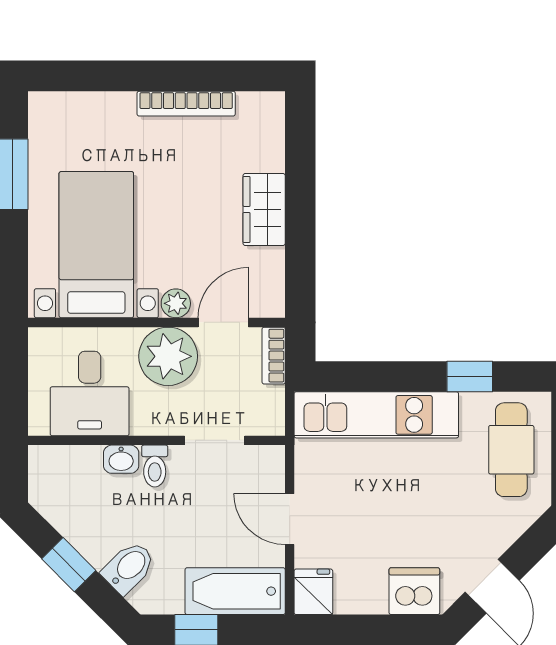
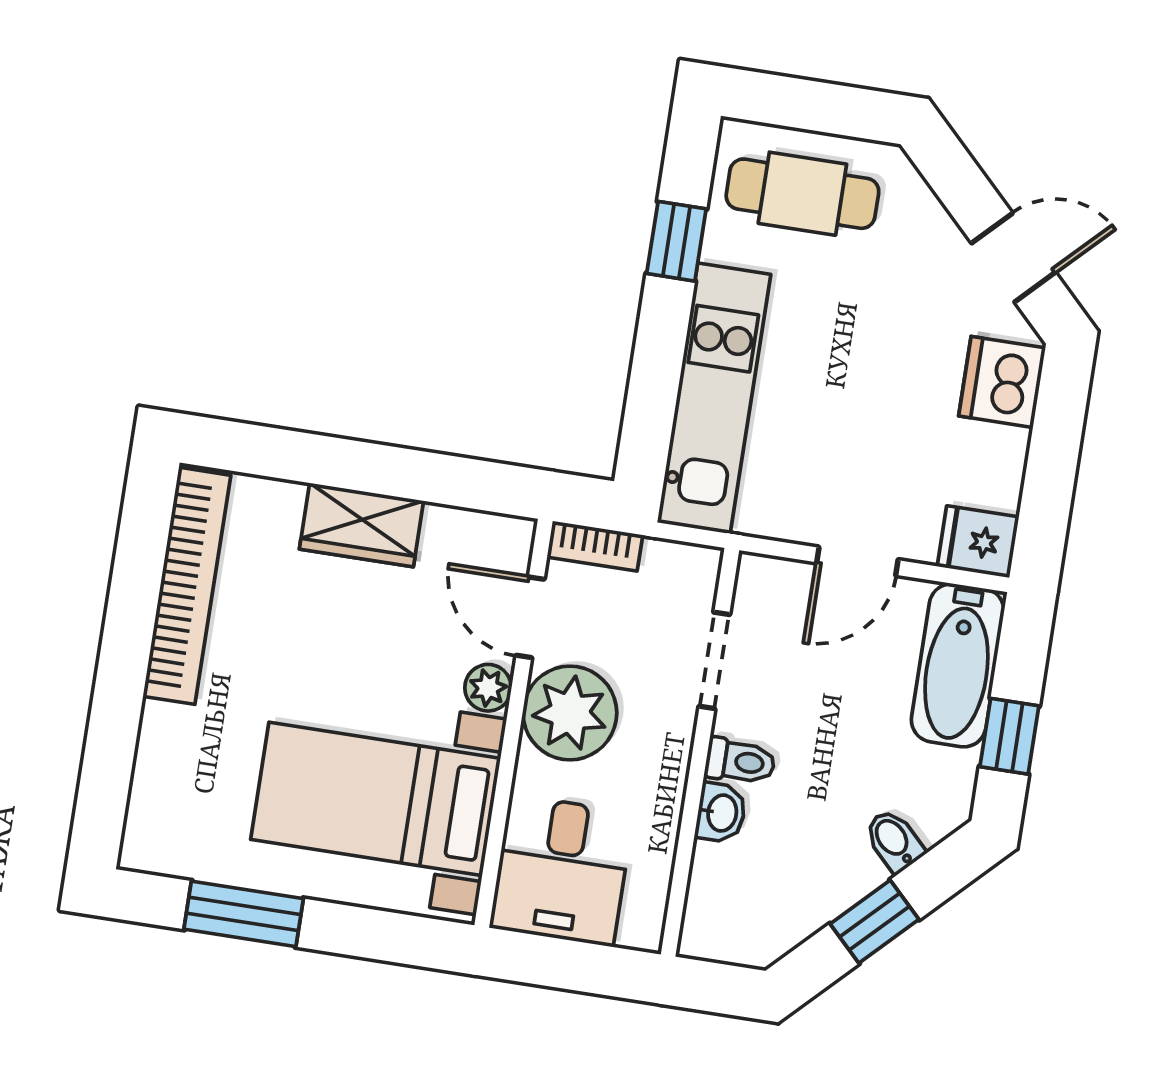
bookcase: (186, 104) -> (187, 586), width x1.48, depth x1.31
desk: (90, 393) -> (562, 870), moved, turned 90
bidet: (129, 568) -> (894, 841), width x0.72, depth x0.74

